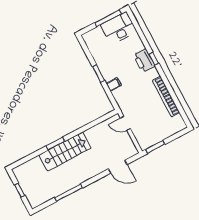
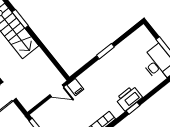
filing cabinet: (114, 84) -> (75, 87), moved
door: (125, 123) -> (57, 91), swing flipped

